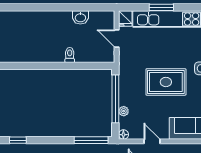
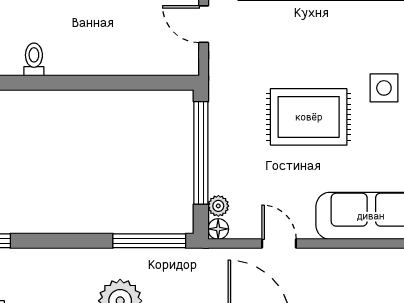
toilet: (70, 55) -> (34, 59), moved
plant: (124, 111) -> (218, 206), moved

